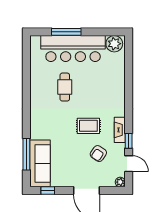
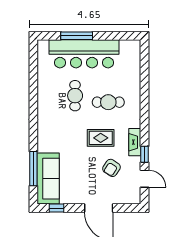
plant: (114, 44) -> (129, 49), removed
cafe table: (95, 93) -> (108, 102), added
plant: (120, 182) -> (135, 199), removed

